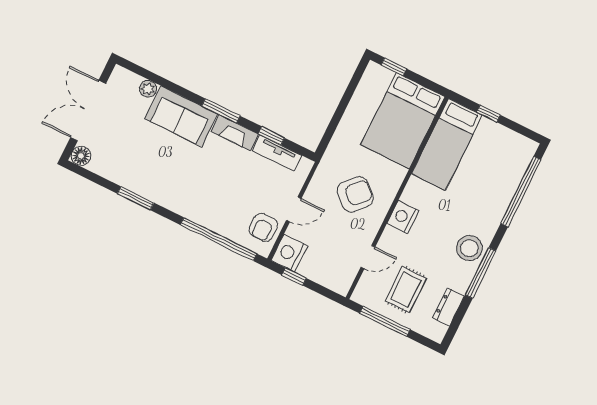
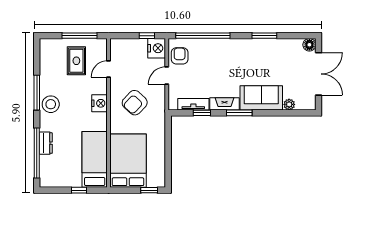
dresser: (448, 307) -> (46, 143), moved

